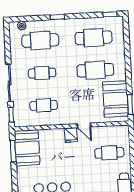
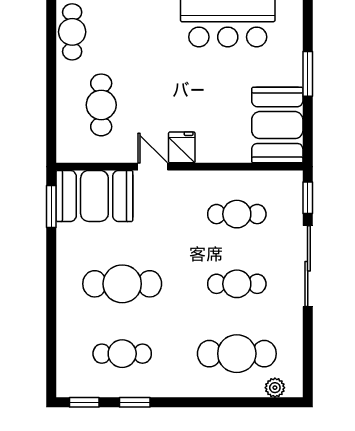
window: (57, 17) -> (135, 402), moved
cafe table: (94, 38) -> (122, 354), width x0.73, depth x0.74
booth: (116, 99) -> (94, 196), moved, turned 90
window: (13, 151) -> (308, 74), moved
cafe table: (109, 153) -> (101, 105), turned 90

